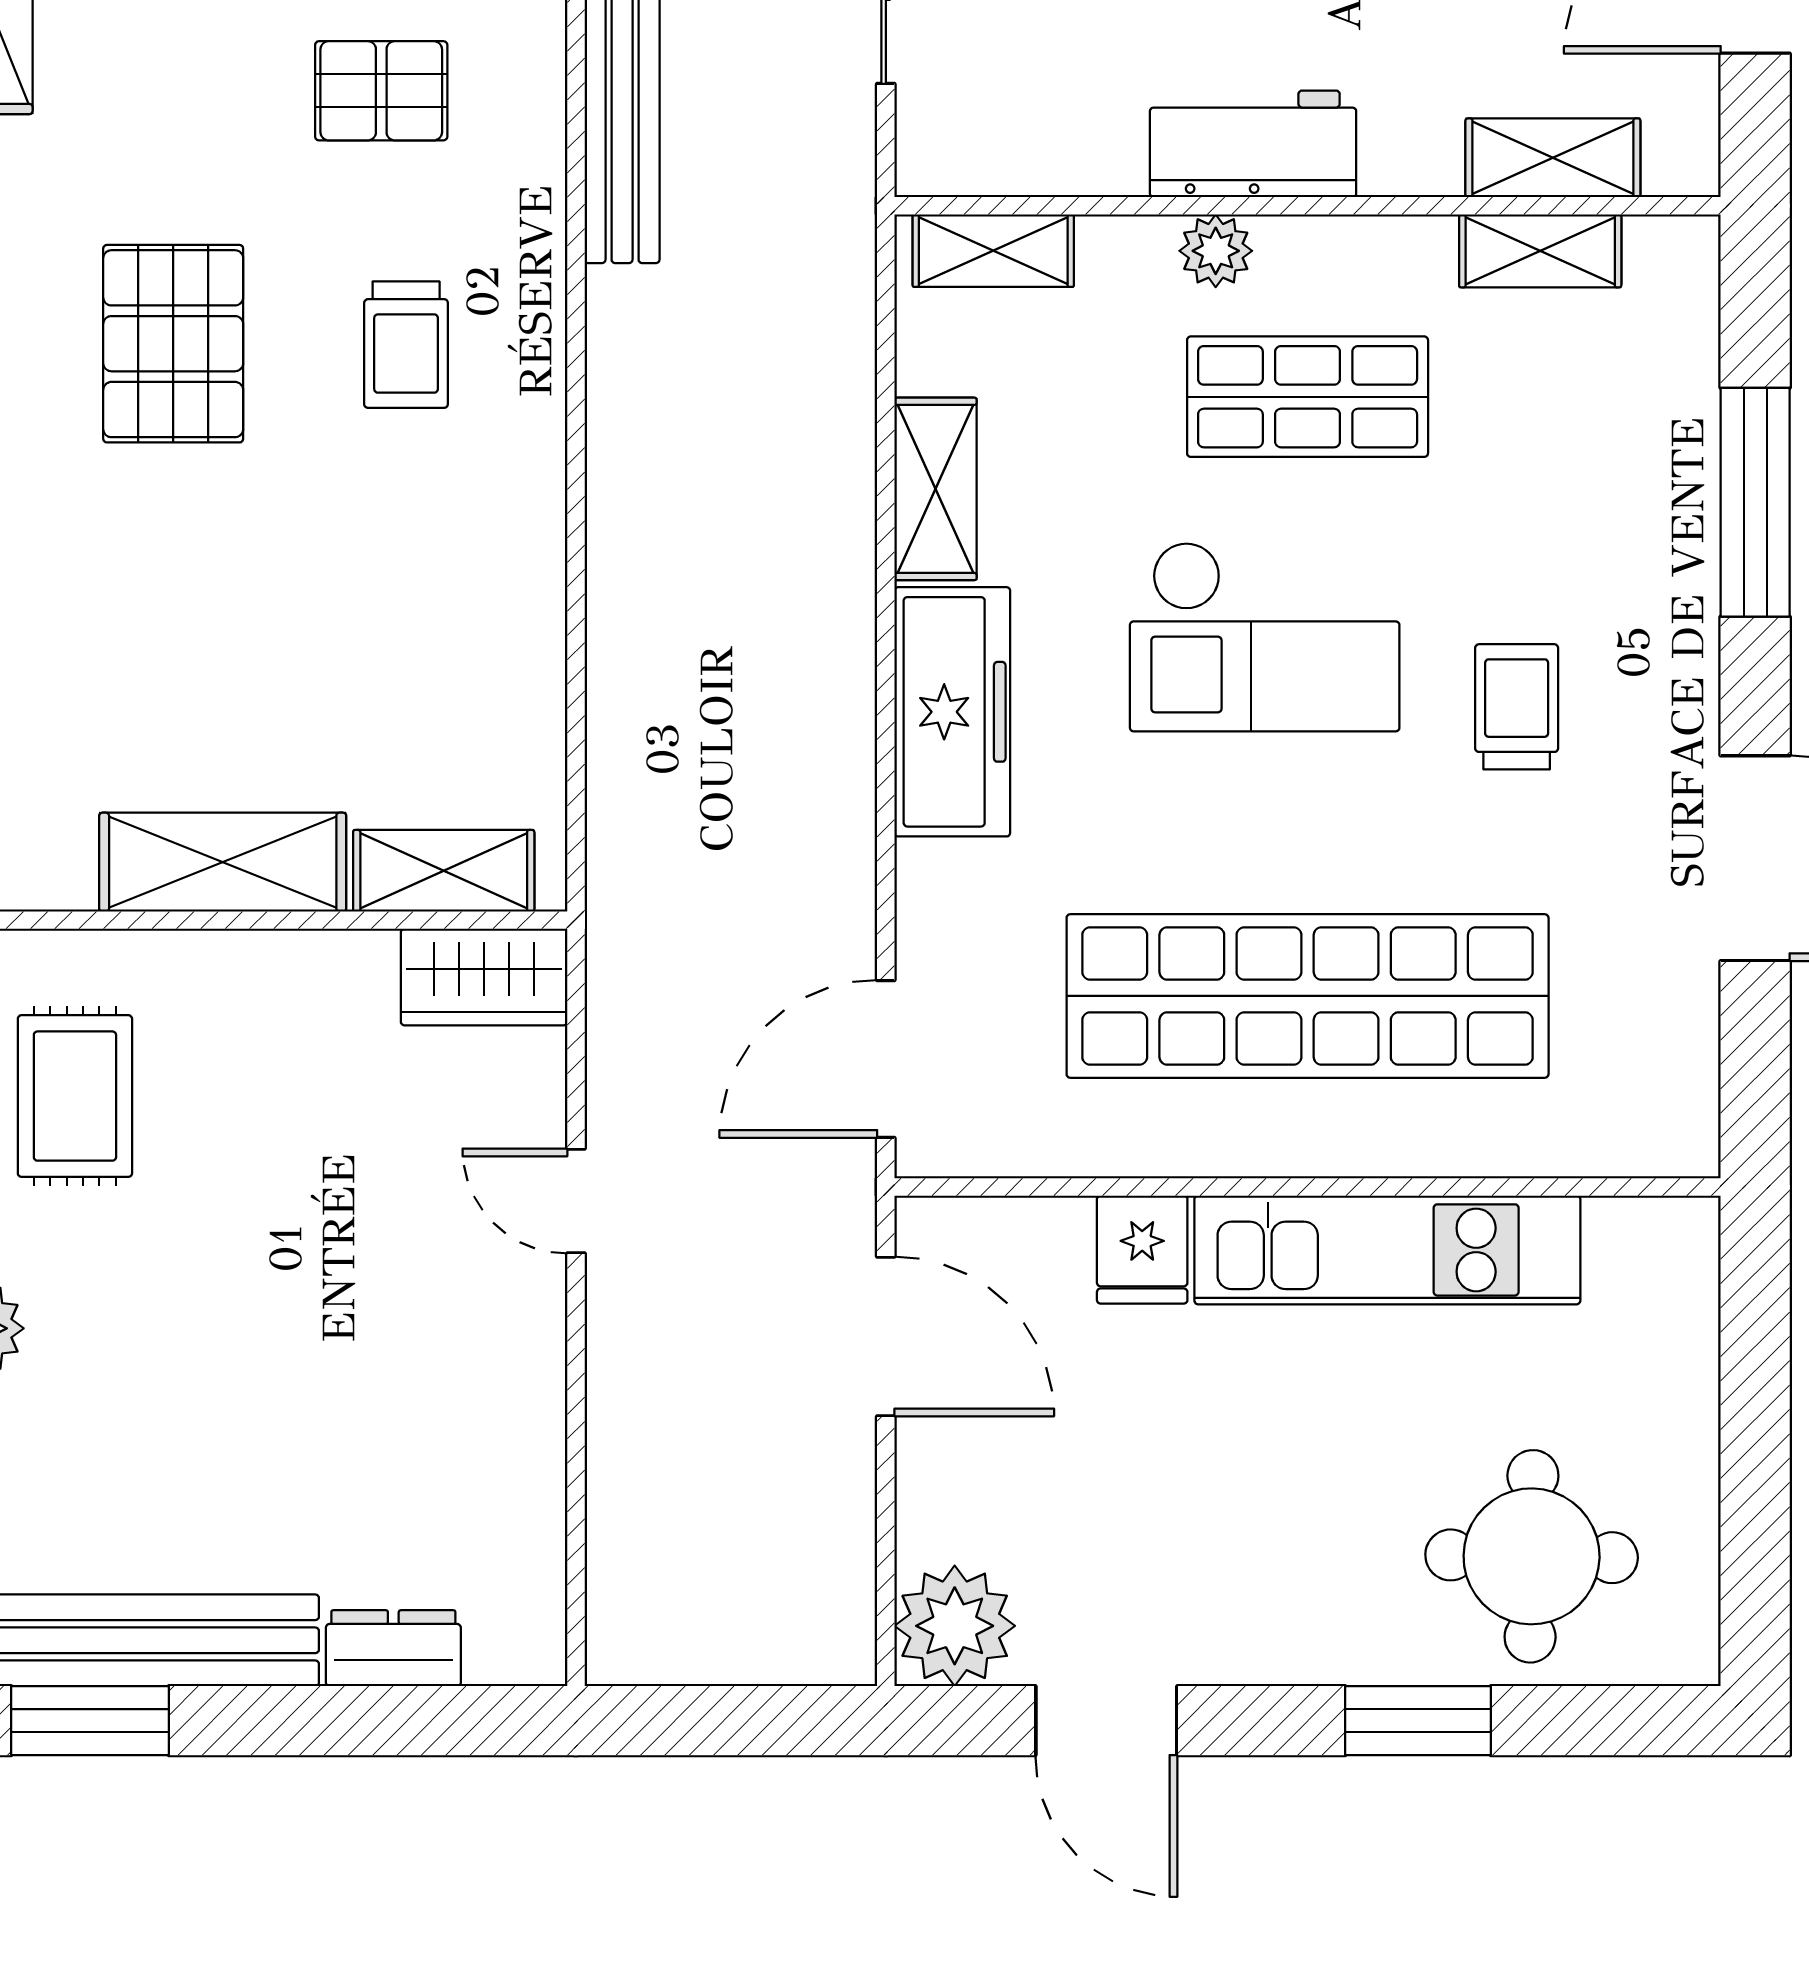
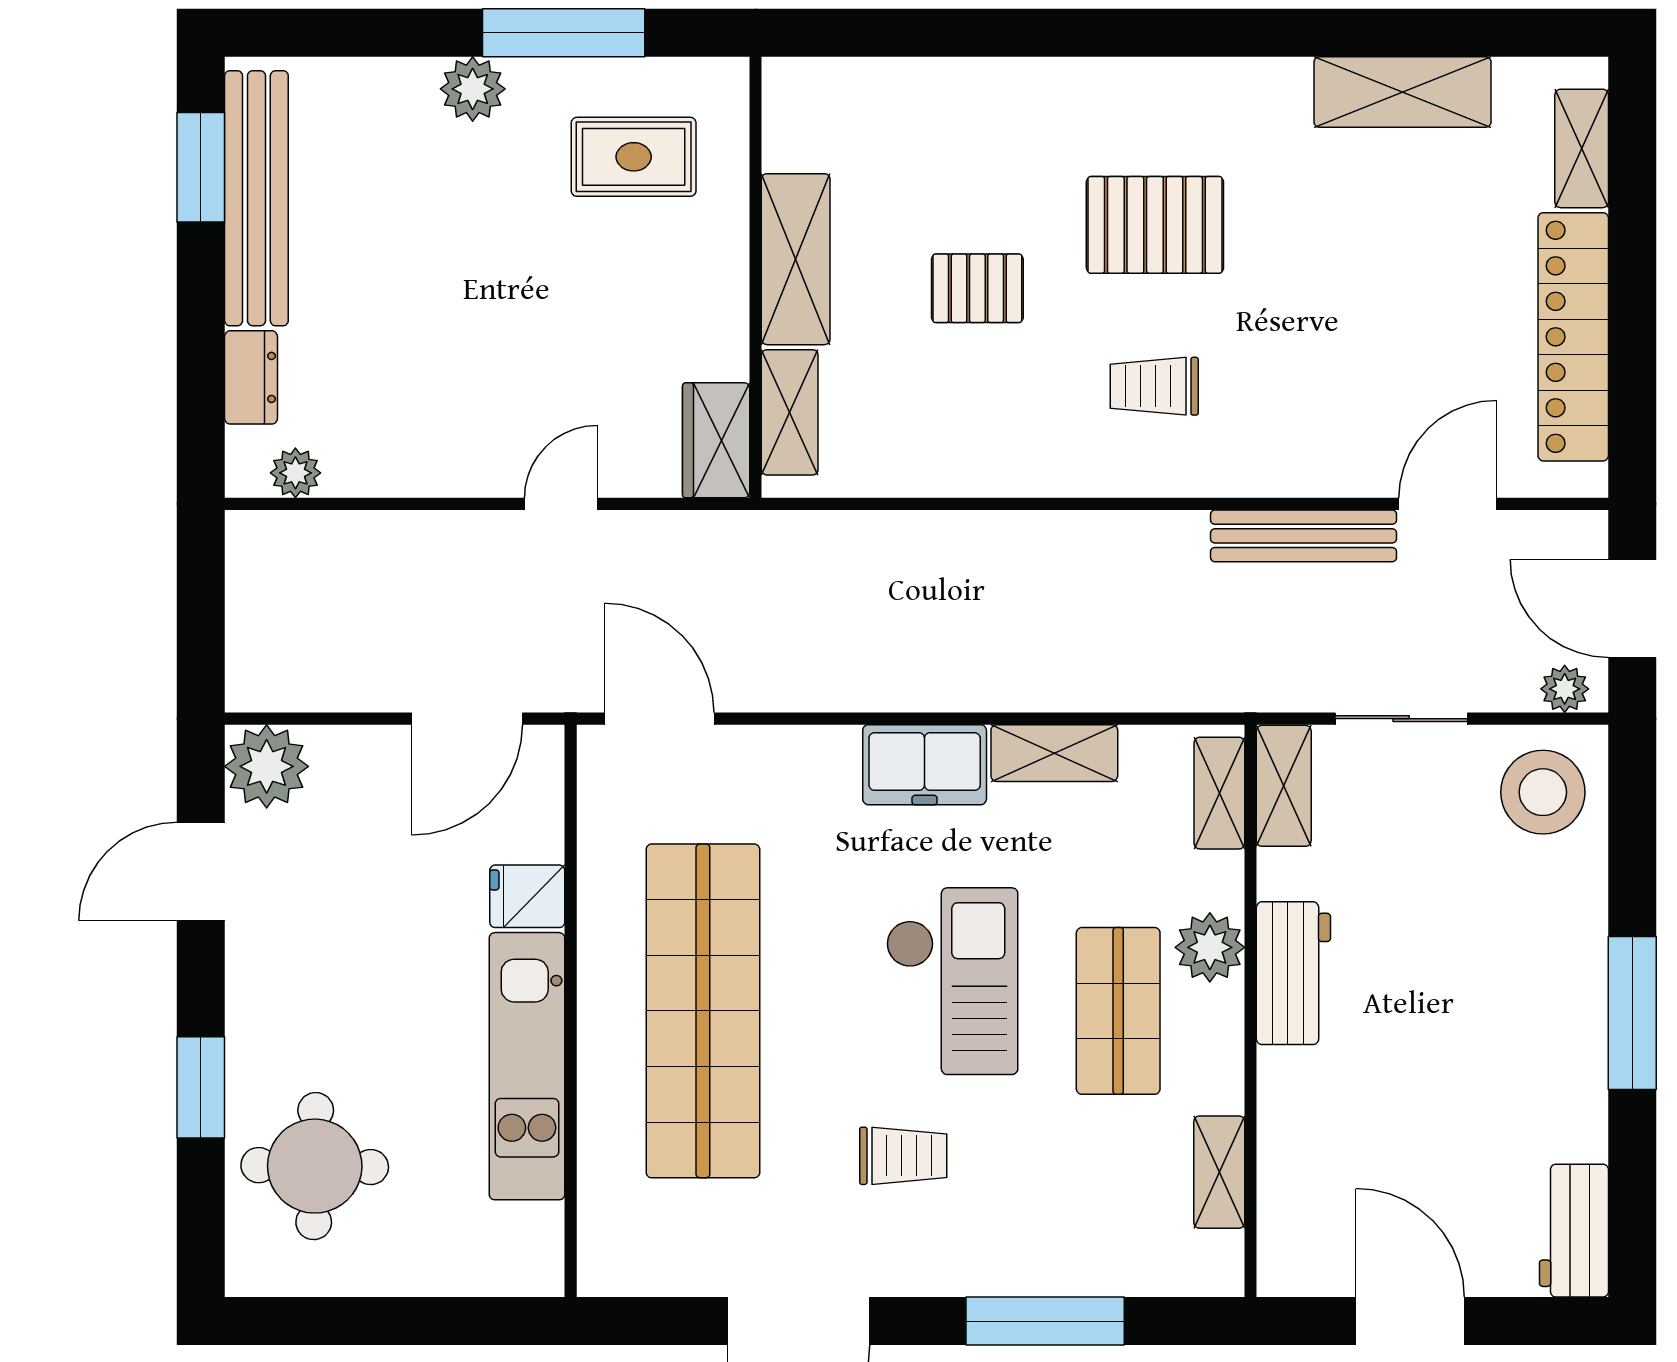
pallet: (381, 91) -> (977, 288), moved, turned 90
shelving: (1553, 158) -> (1284, 786), moved
plant: (1216, 251) -> (1210, 947), width x1.38, depth x1.38
checkout: (1265, 637) -> (952, 981), turned 180
freezer: (952, 712) -> (925, 765), width x0.71
plant: (531, 1584) -> (295, 473), added

